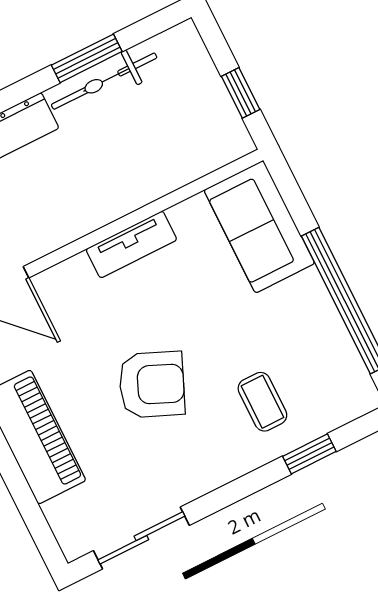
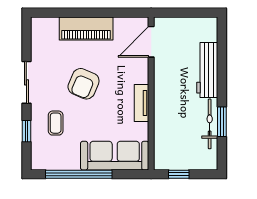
sofa: (259, 227) -> (115, 156), width x1.36
coffee table: (262, 402) -> (56, 123), turned 90
sliding door: (141, 538) -> (26, 82), moved

